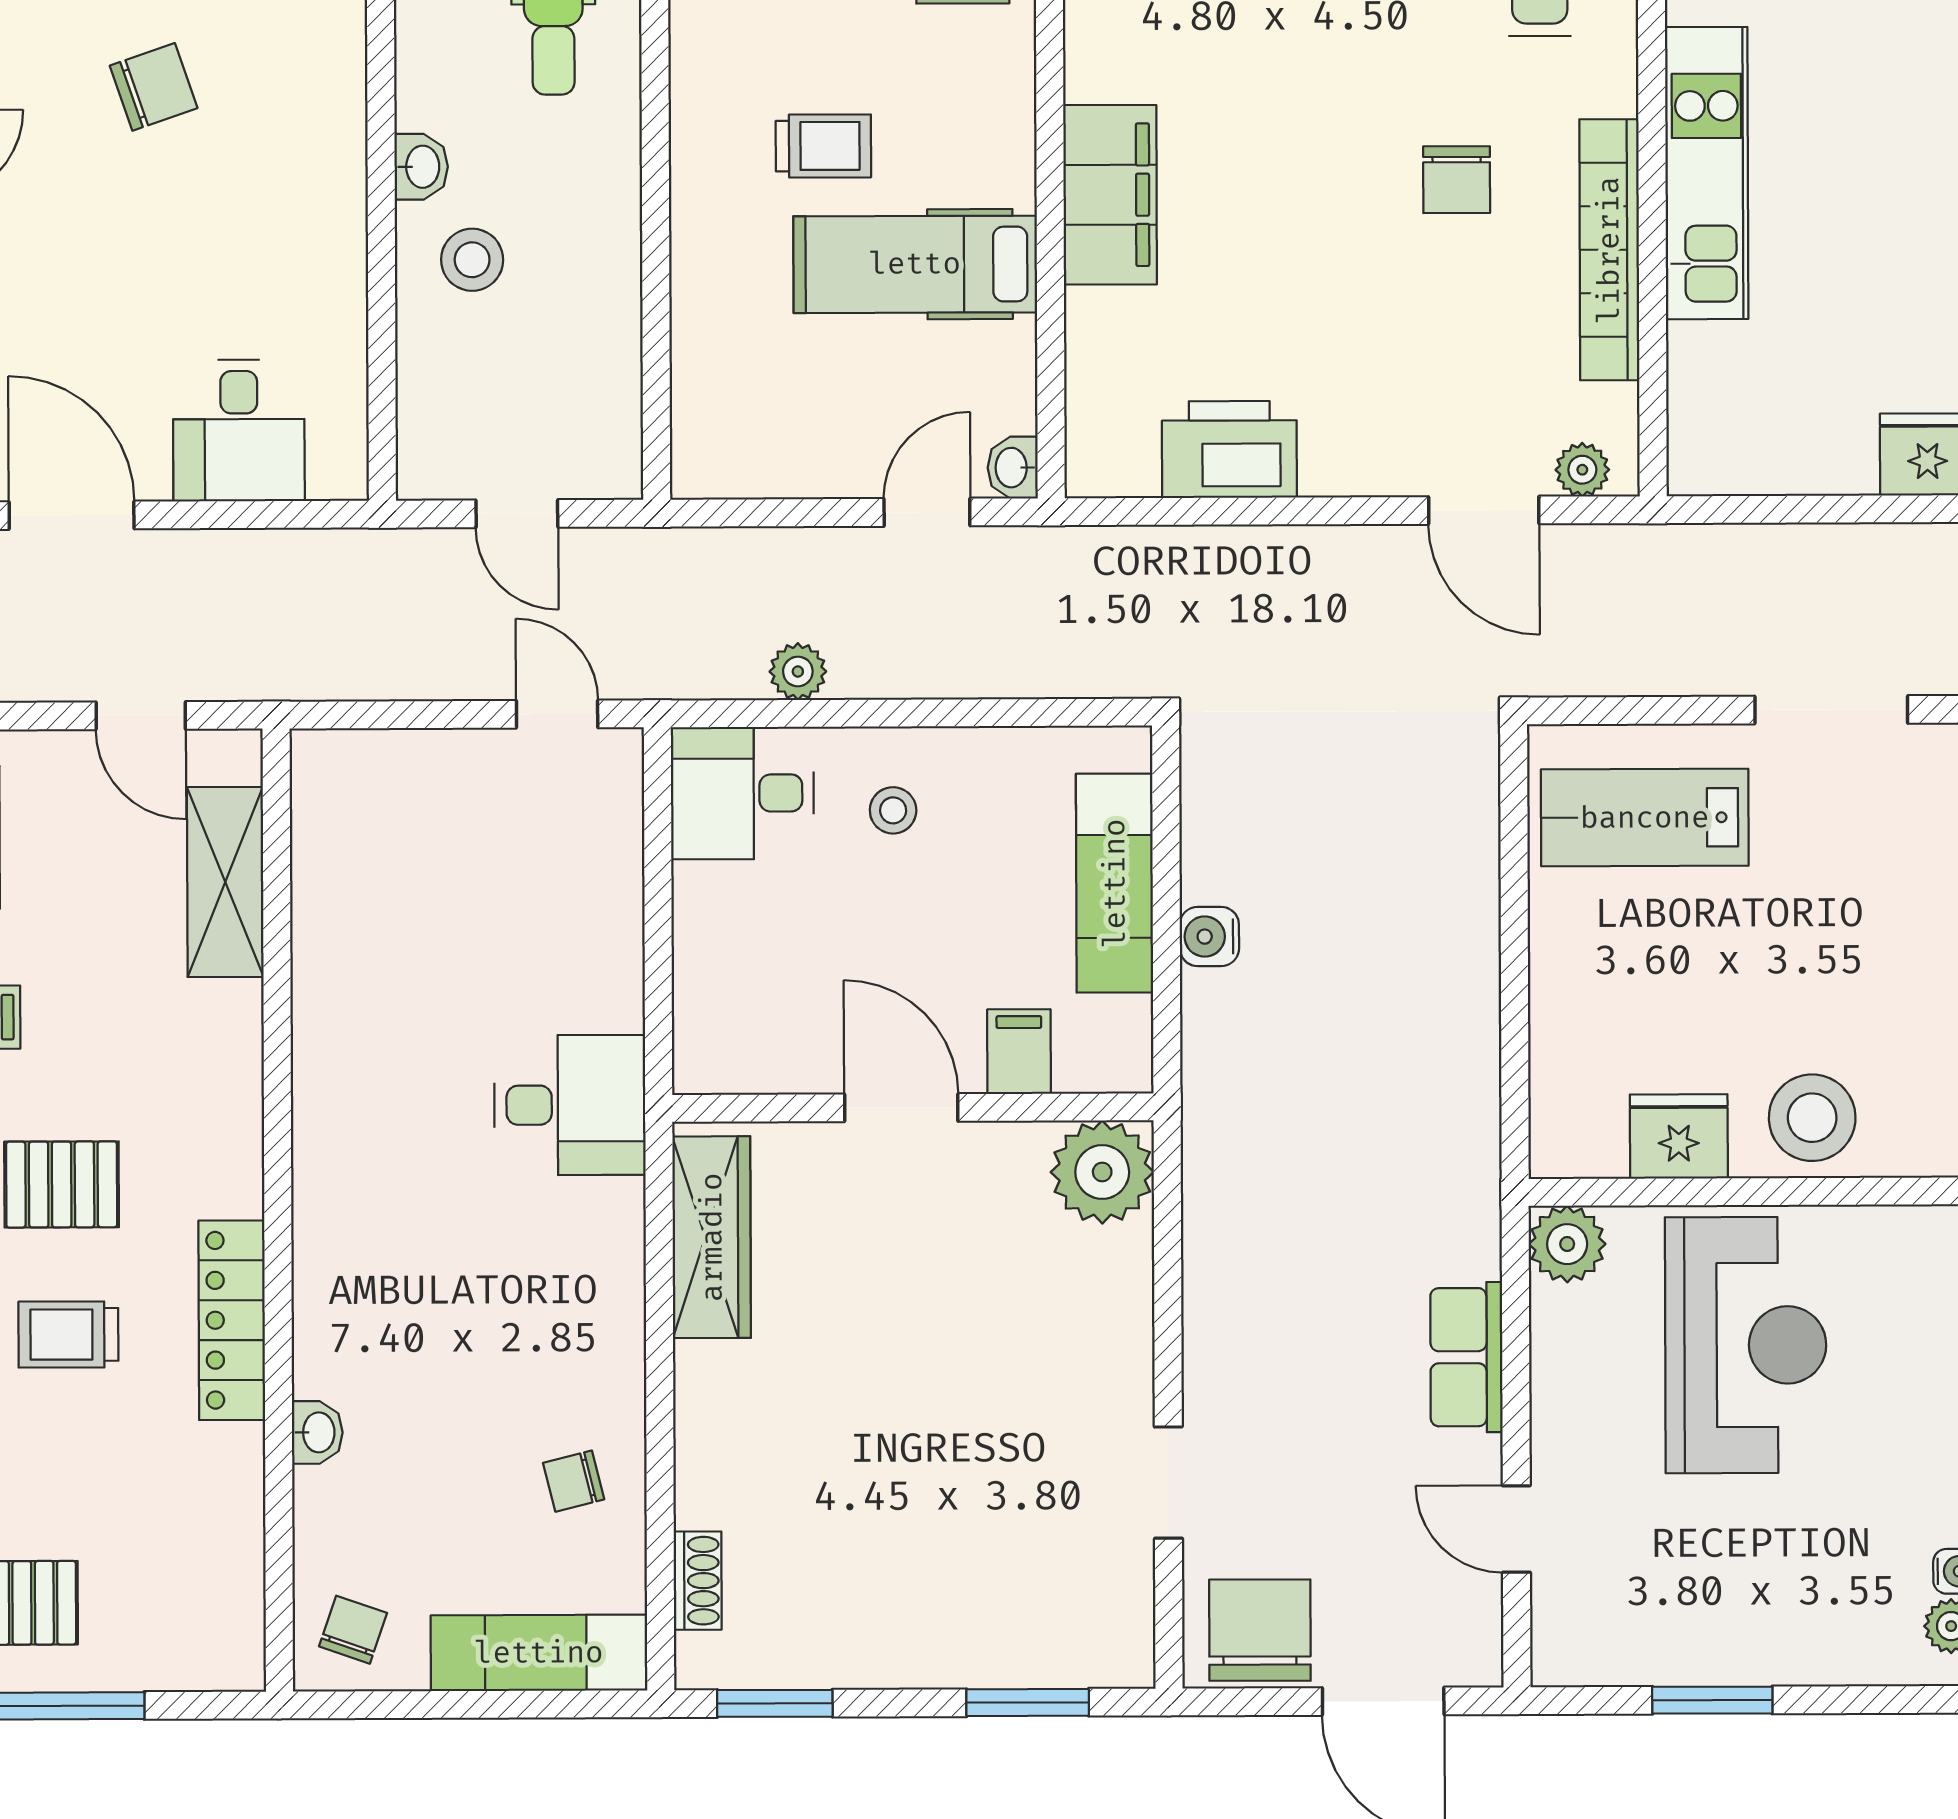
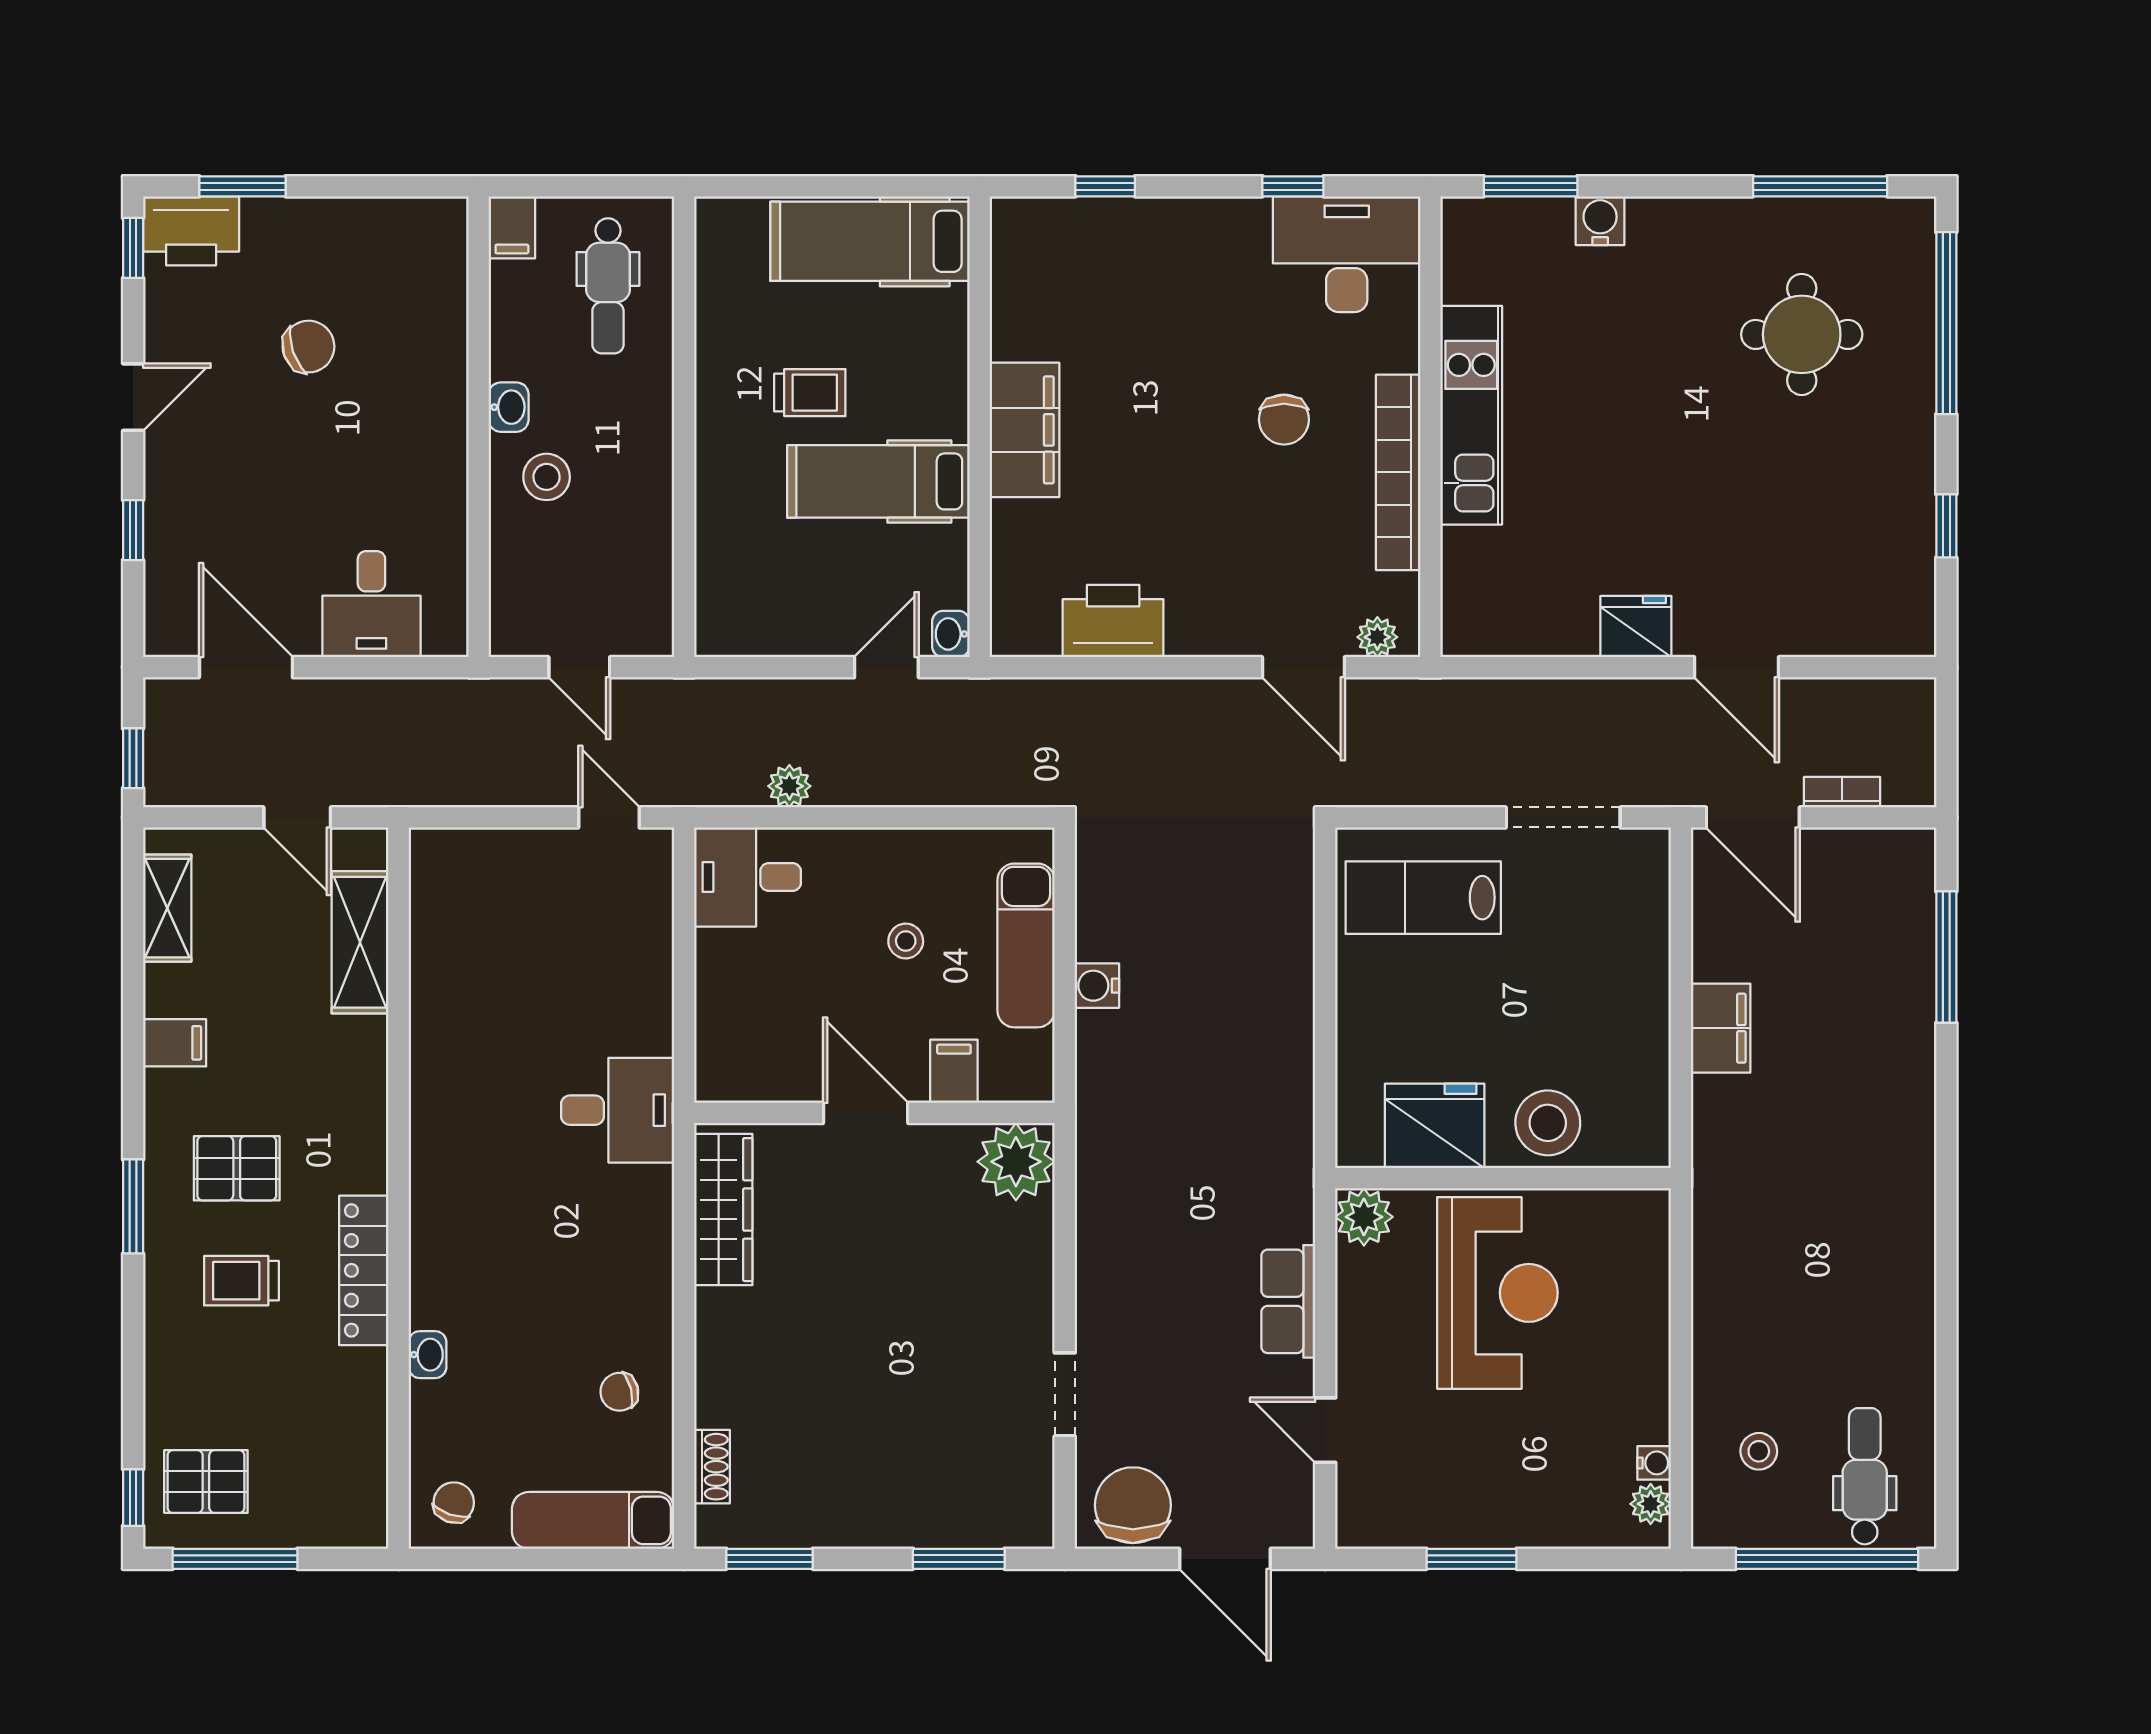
stool: (893, 810) -> (906, 941), moved
fridge: (1679, 1136) -> (1435, 1126), width x1.36, depth x1.34

